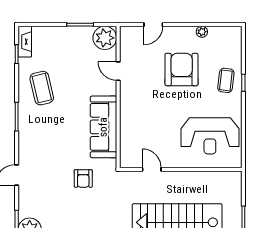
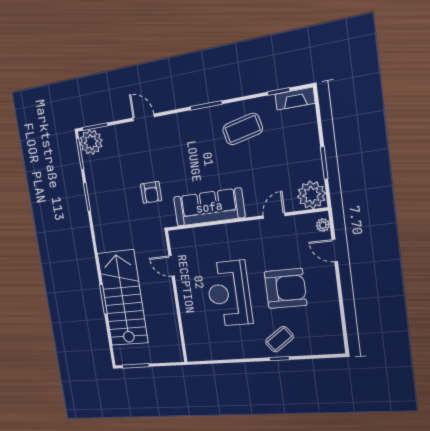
plant: (202, 32) -> (323, 225), moved
coffee table: (226, 80) -> (279, 339), turned -43
reception desk: (210, 136) -> (229, 293), moved
door: (152, 169) -> (172, 266), swing flipped
armchair: (83, 178) -> (151, 192), turned -90

